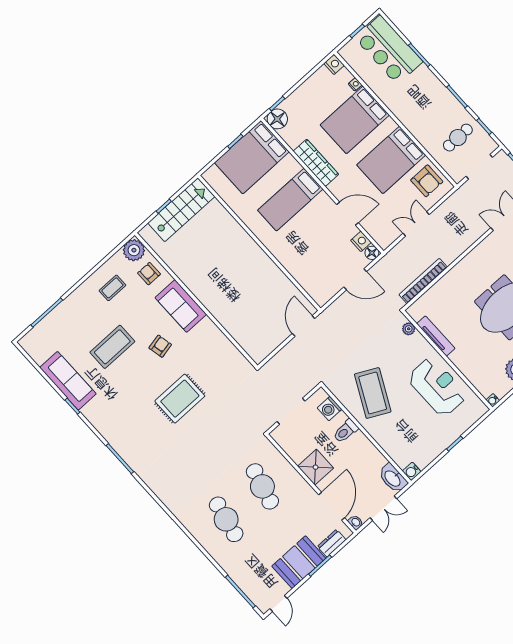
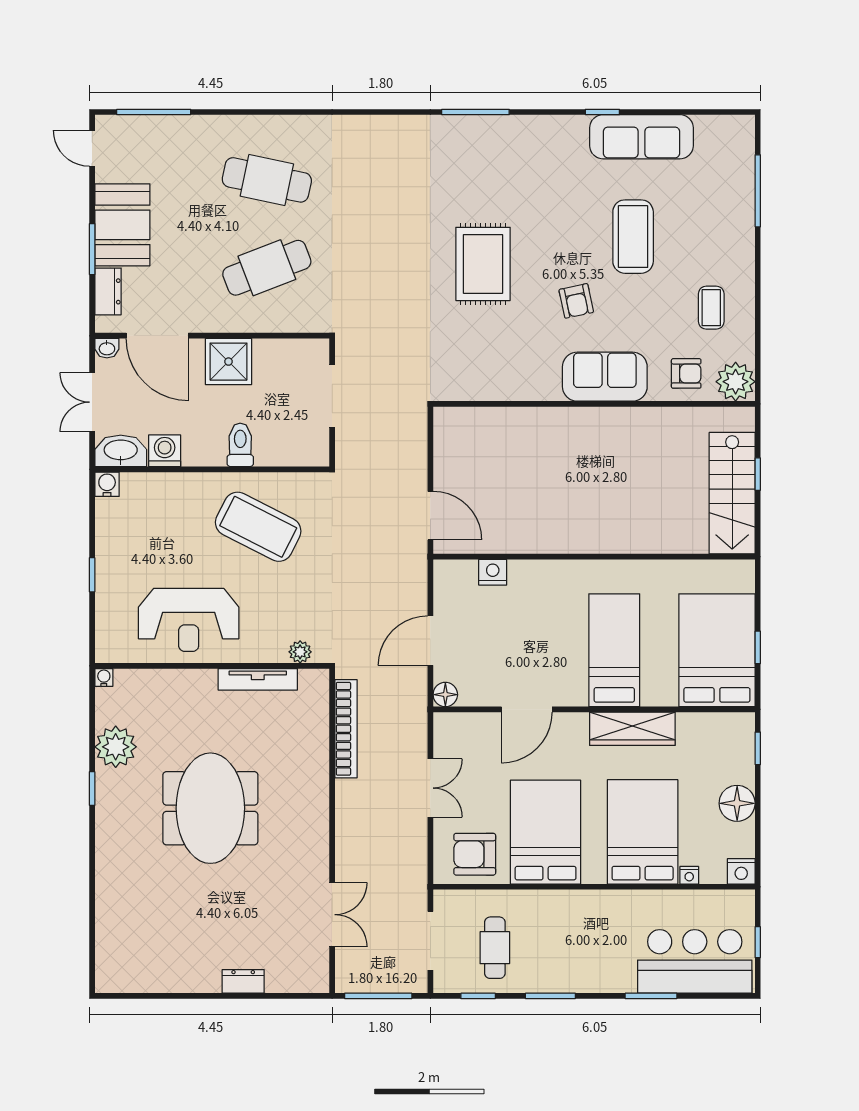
floor lamp: (277, 119) -> (737, 803), moved
nightstand: (361, 241) -> (493, 572), moved, turned 180
washing machine: (330, 409) -> (165, 451), moved
cafe table: (262, 486) -> (267, 268), turned -36

